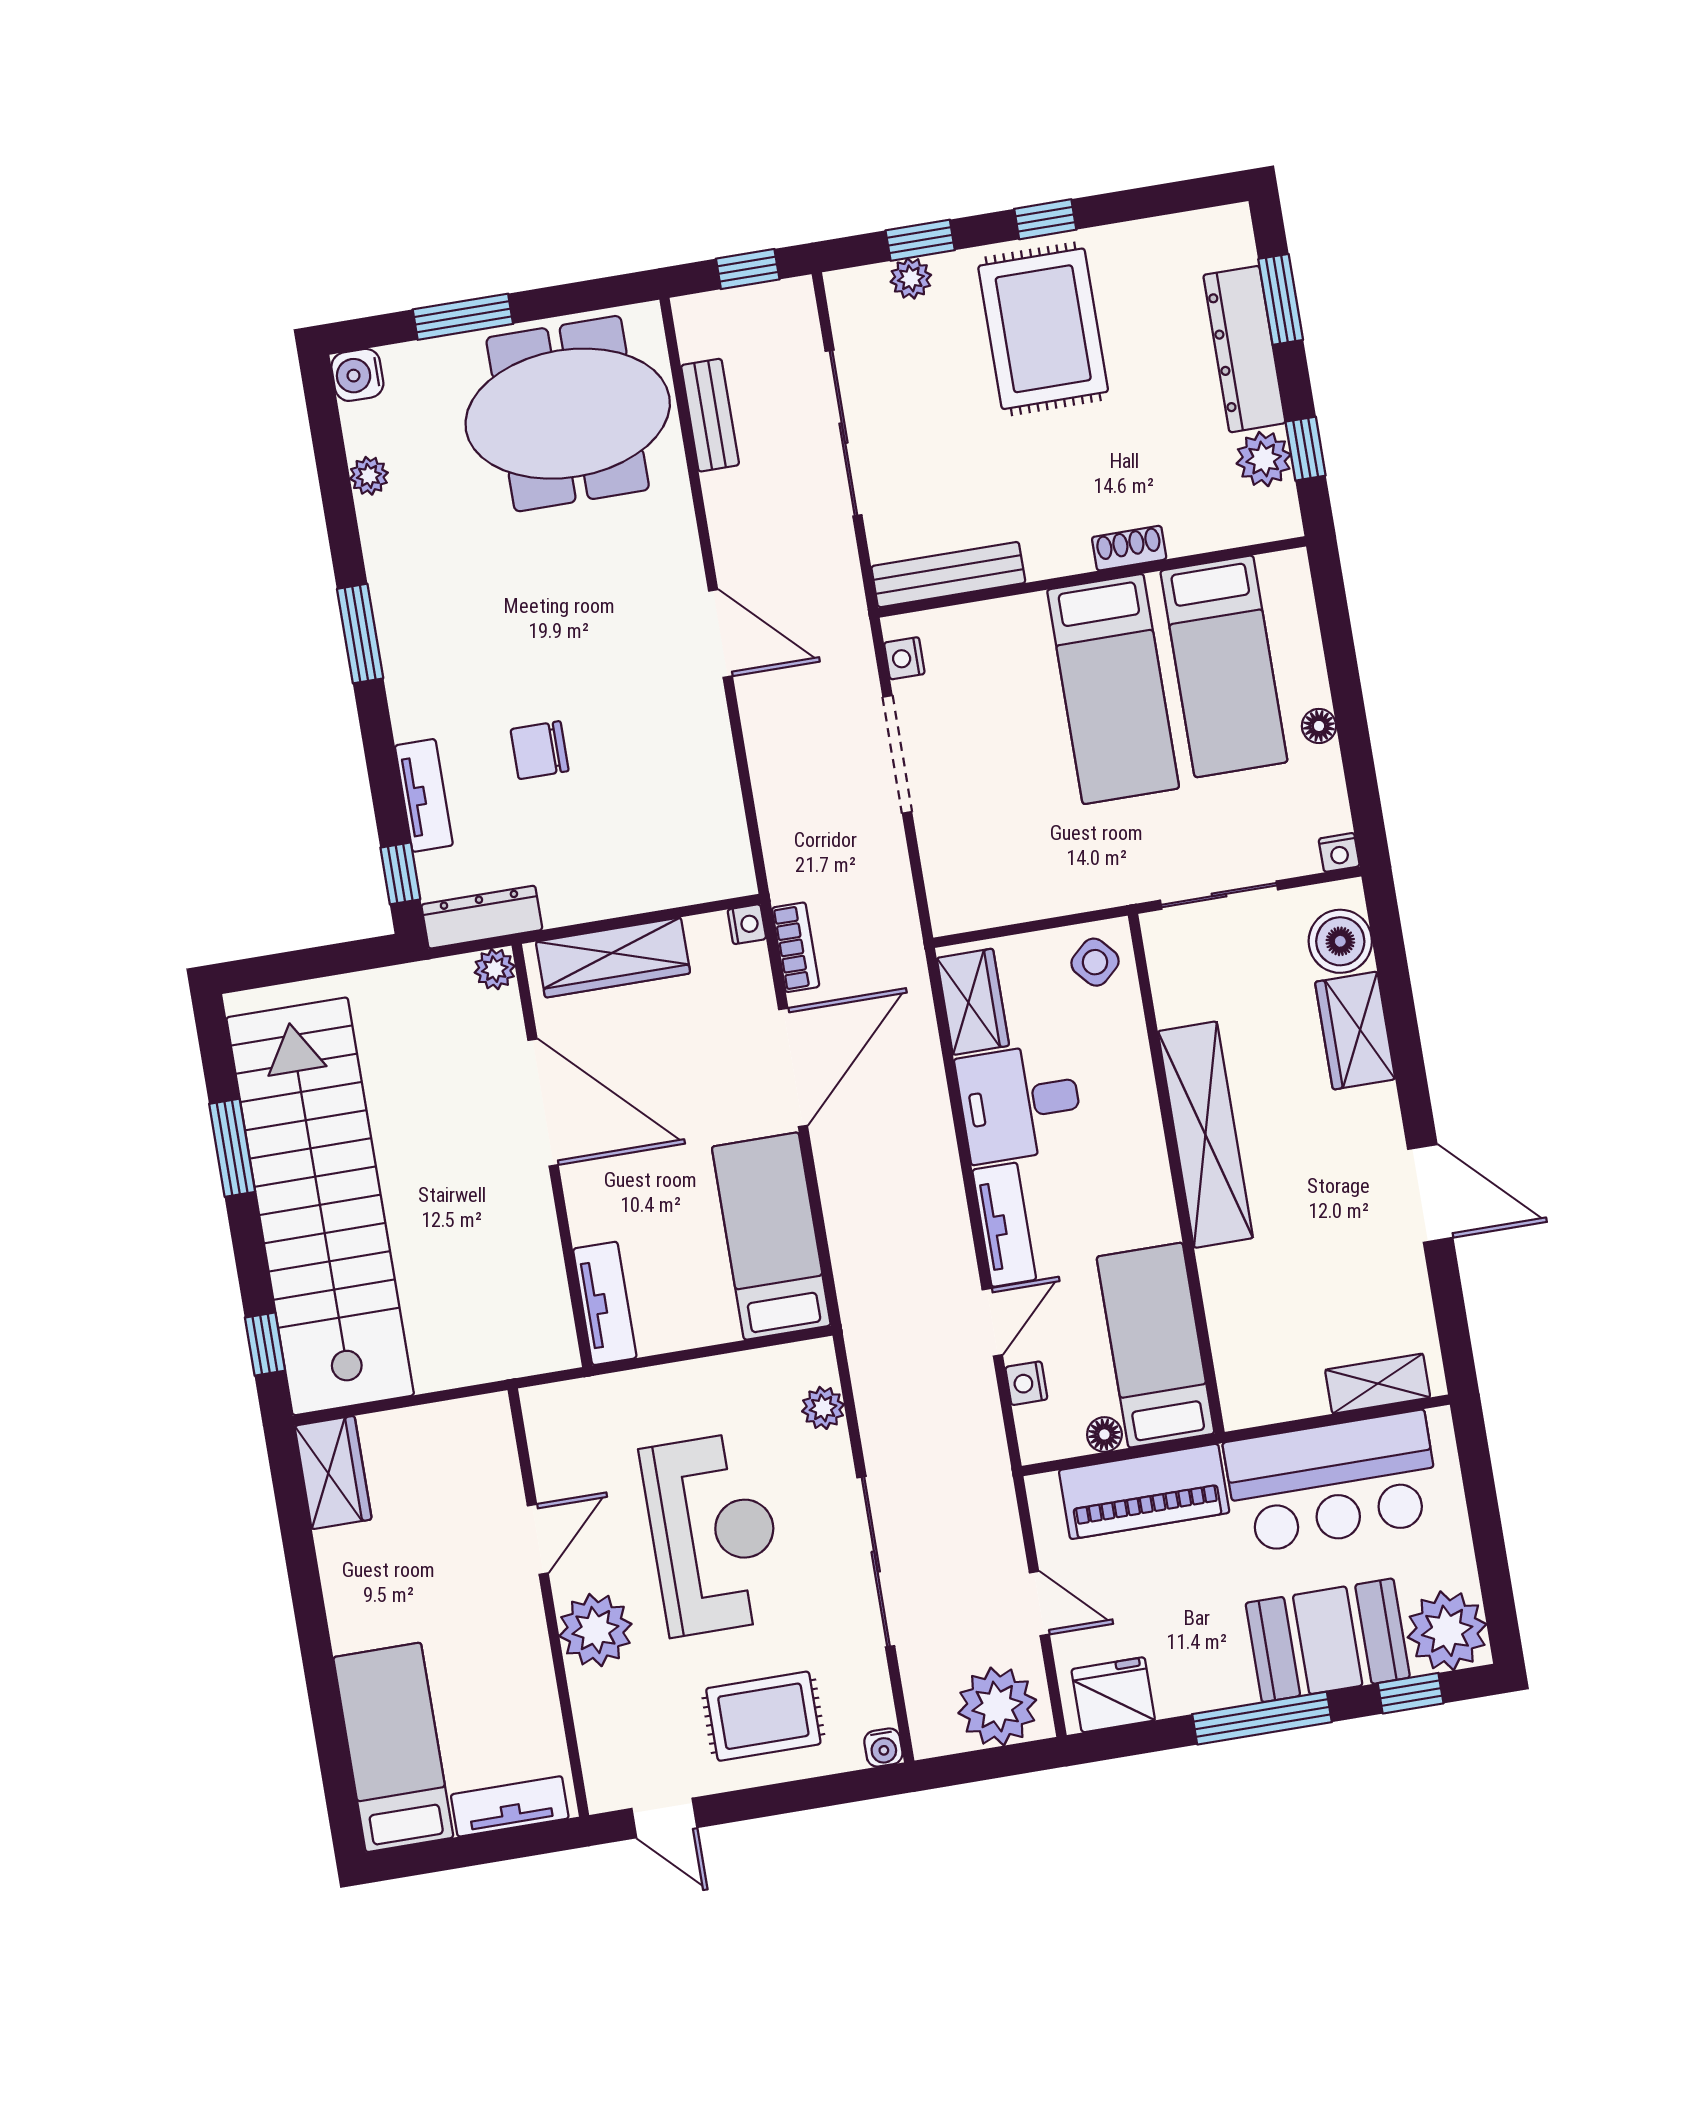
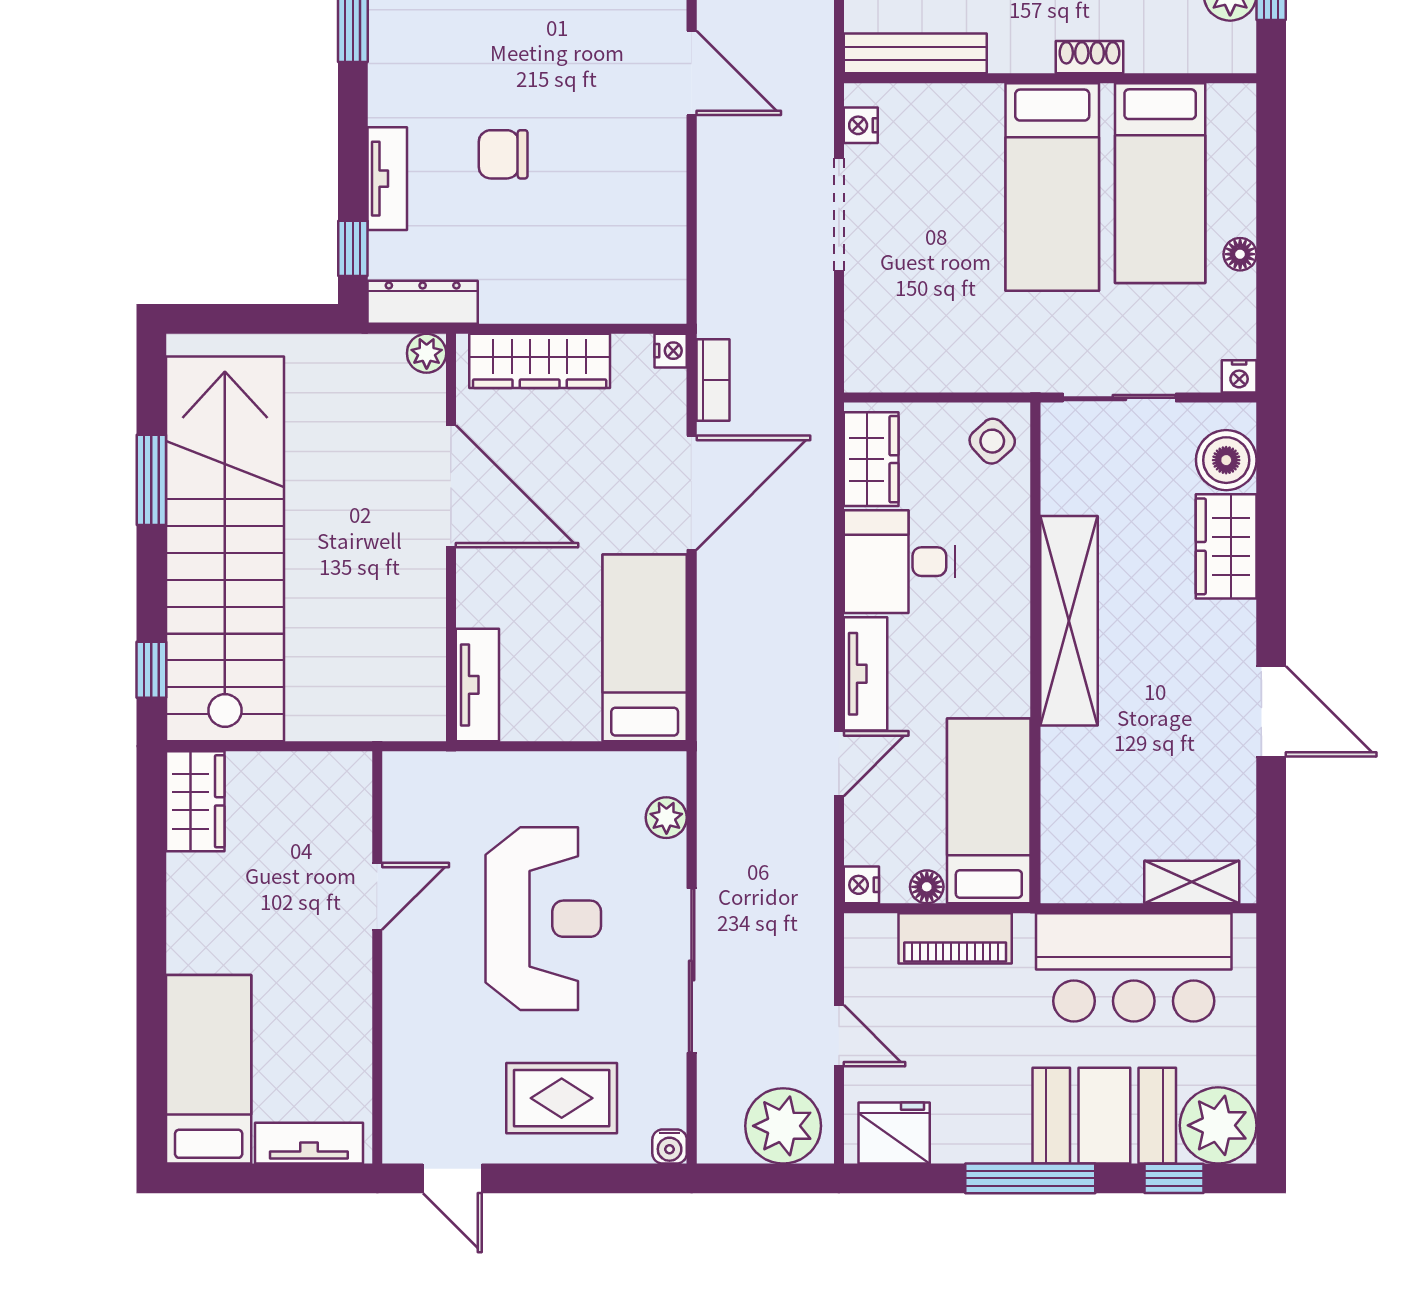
nightstand: (1026, 1383) -> (861, 885), moved
piano: (1144, 1491) -> (955, 938), width x0.73, depth x0.75
plant: (595, 1630) -> (417, 991), removed

